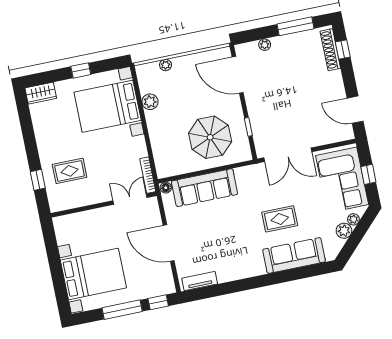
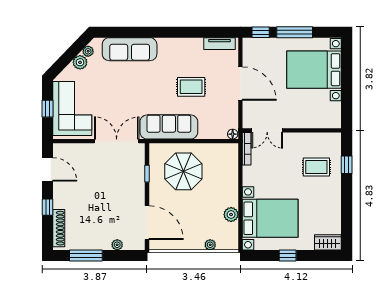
window: (343, 50) -> (48, 207), moved
sofa: (205, 188) -> (169, 127), moved
rug: (280, 219) -> (191, 87), moved
plant: (353, 219) -> (88, 51), moved

